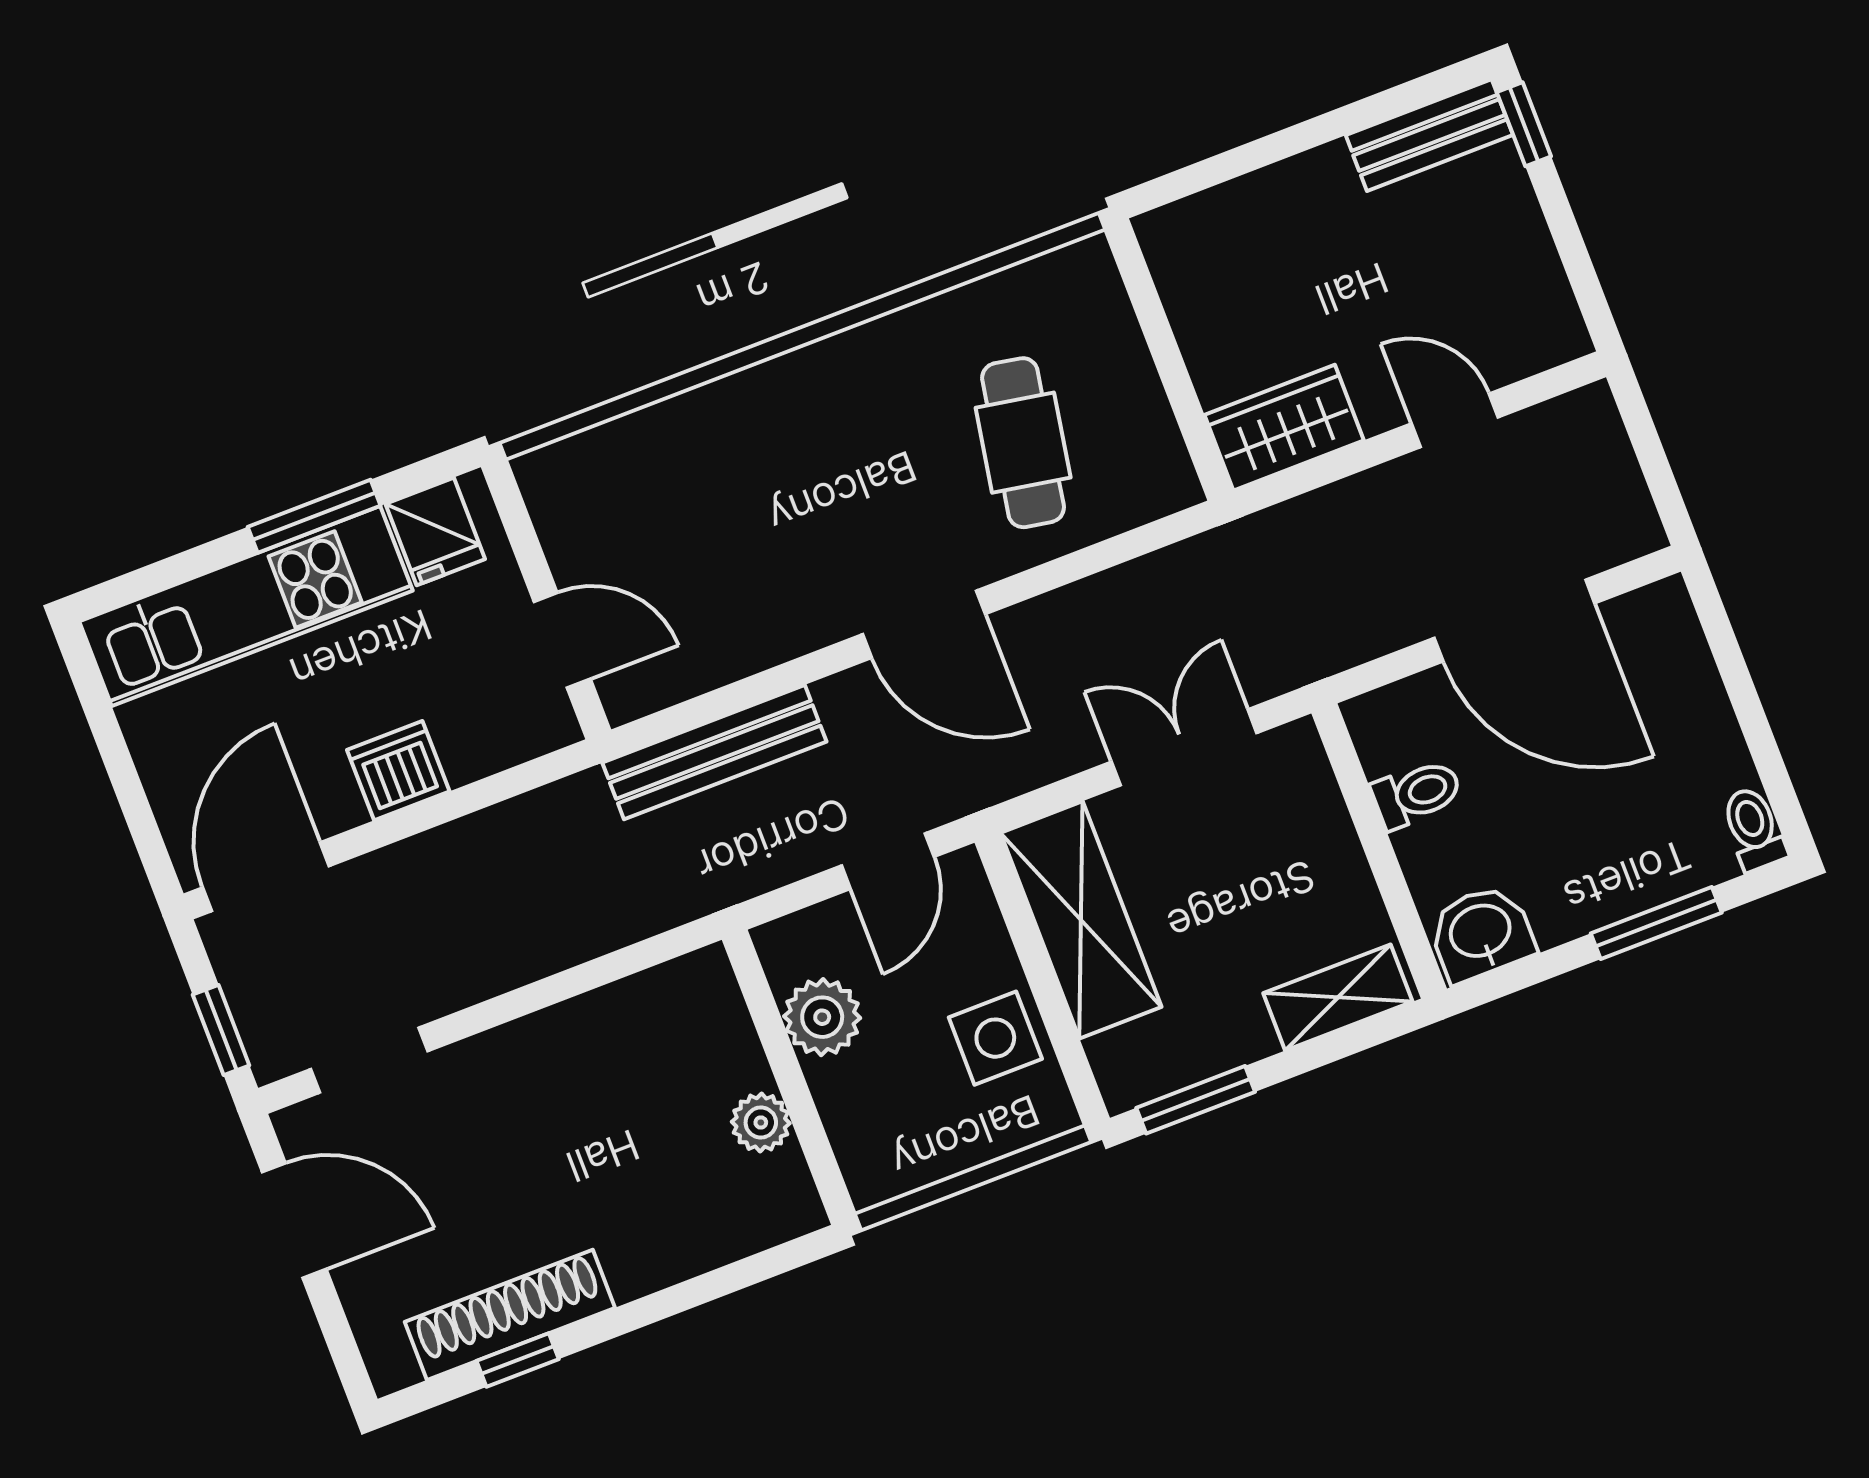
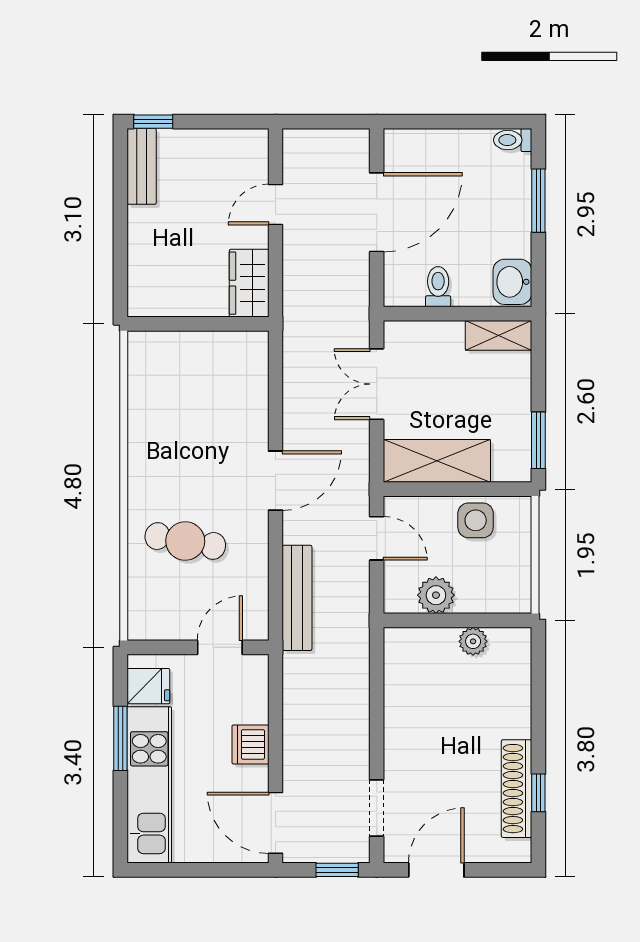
cafe table: (1023, 443) -> (185, 541), moved
shelving: (1338, 997) -> (499, 335), moved, turned 90

